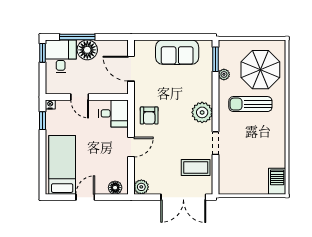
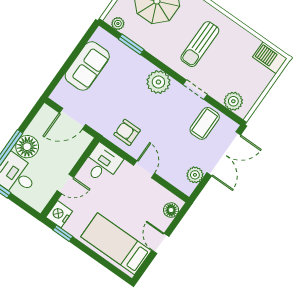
window: (216, 59) -> (131, 44), moved
plant: (224, 74) -> (118, 24), moved
nightstand: (50, 104) -> (59, 214), width x1.89, depth x1.79
sun lounger: (250, 104) -> (200, 44), moved
armchair: (149, 115) -> (127, 132), turned 180
plant: (227, 177) -> (233, 101), added
plant: (141, 187) -> (195, 175), moved

